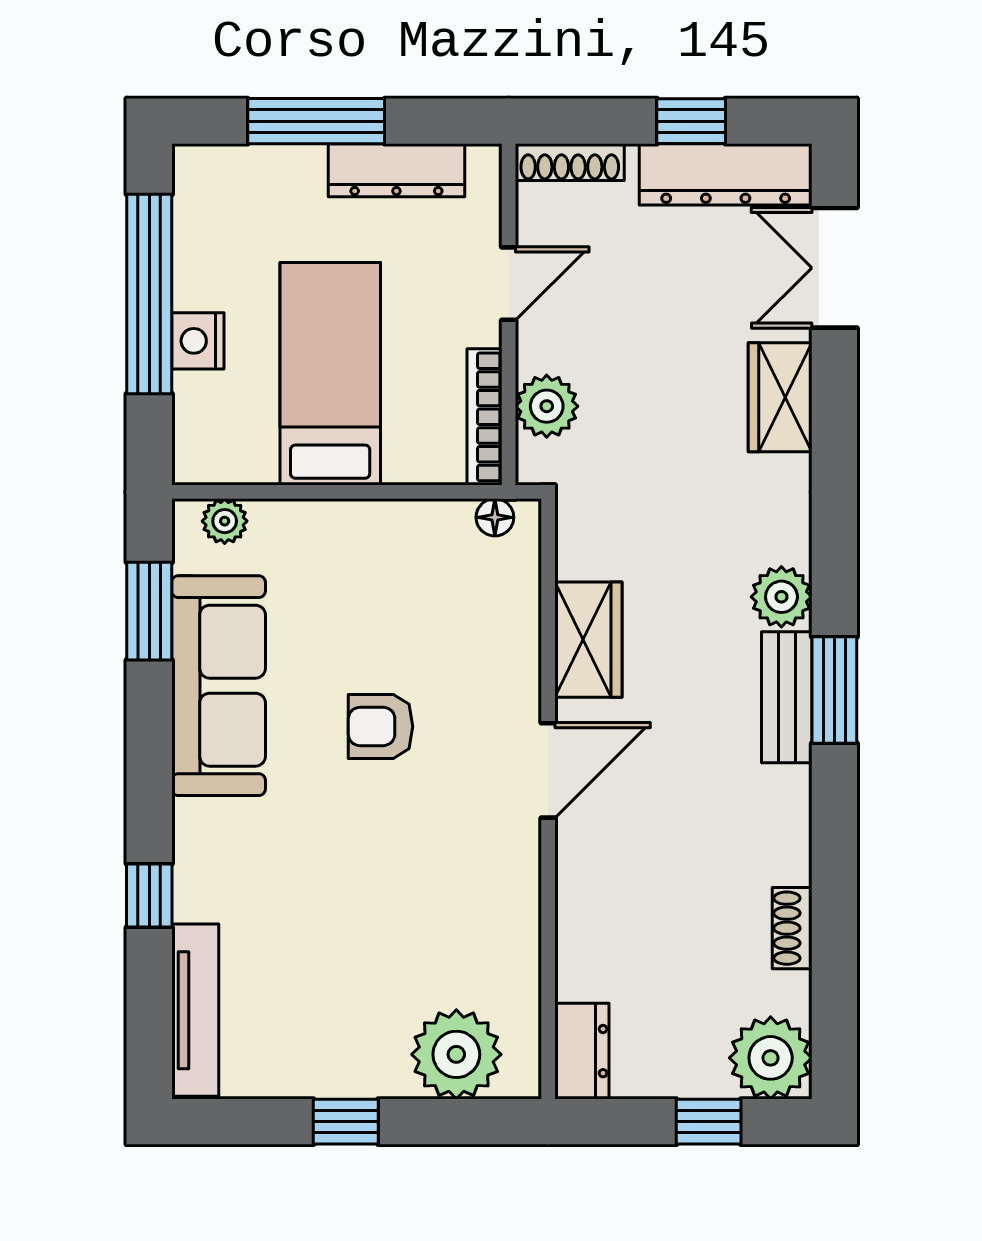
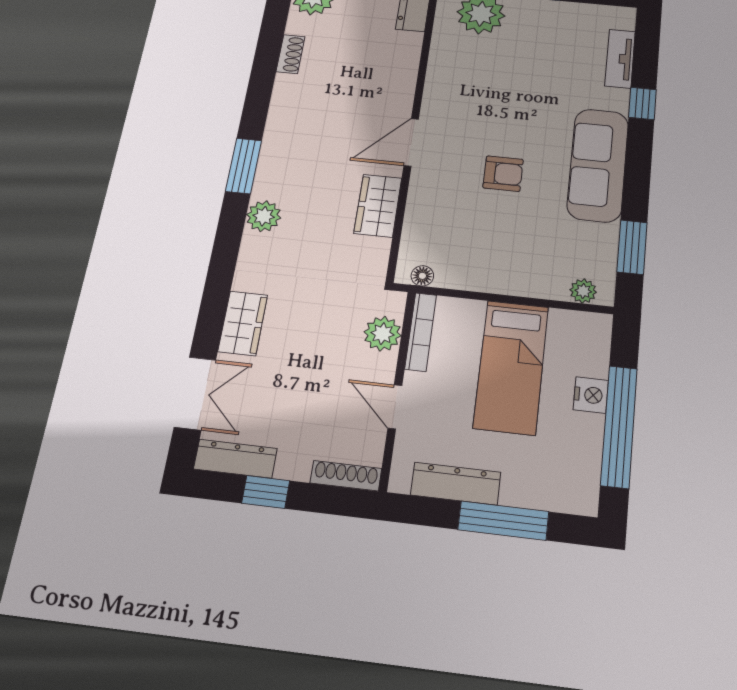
dresser: (726, 174) -> (235, 459), width x0.73, depth x0.80
door: (509, 284) -> (395, 407), hinge flipped
sofa: (219, 686) -> (598, 165), moved
bench: (787, 697) -> (271, 165), removed
tv unit: (195, 1010) -> (620, 59), width x0.71

